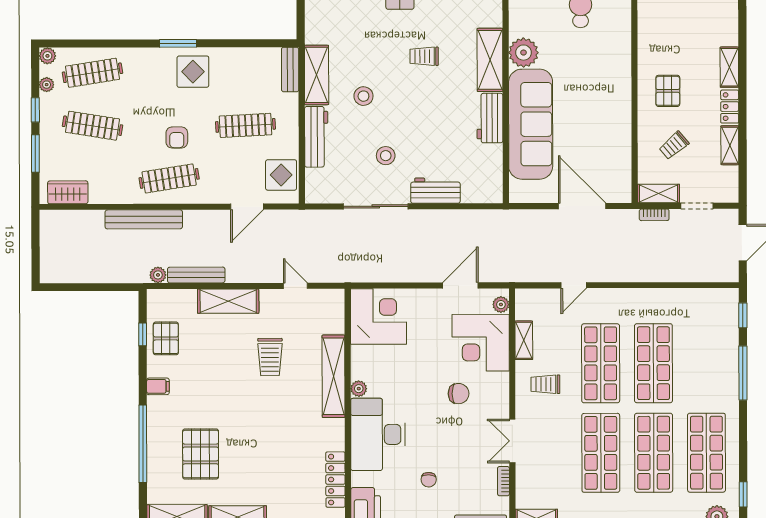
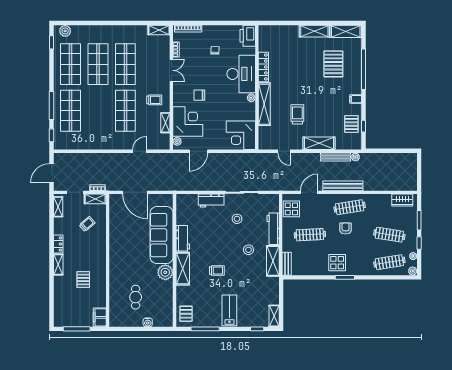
pallet: (668, 91) -> (83, 279), moved
shelving: (730, 145) -> (58, 207), moved
bench: (144, 219) -> (343, 186), moved
shop shelf: (653, 363) -> (71, 111), moved
locker: (335, 480) -> (263, 67), moved

